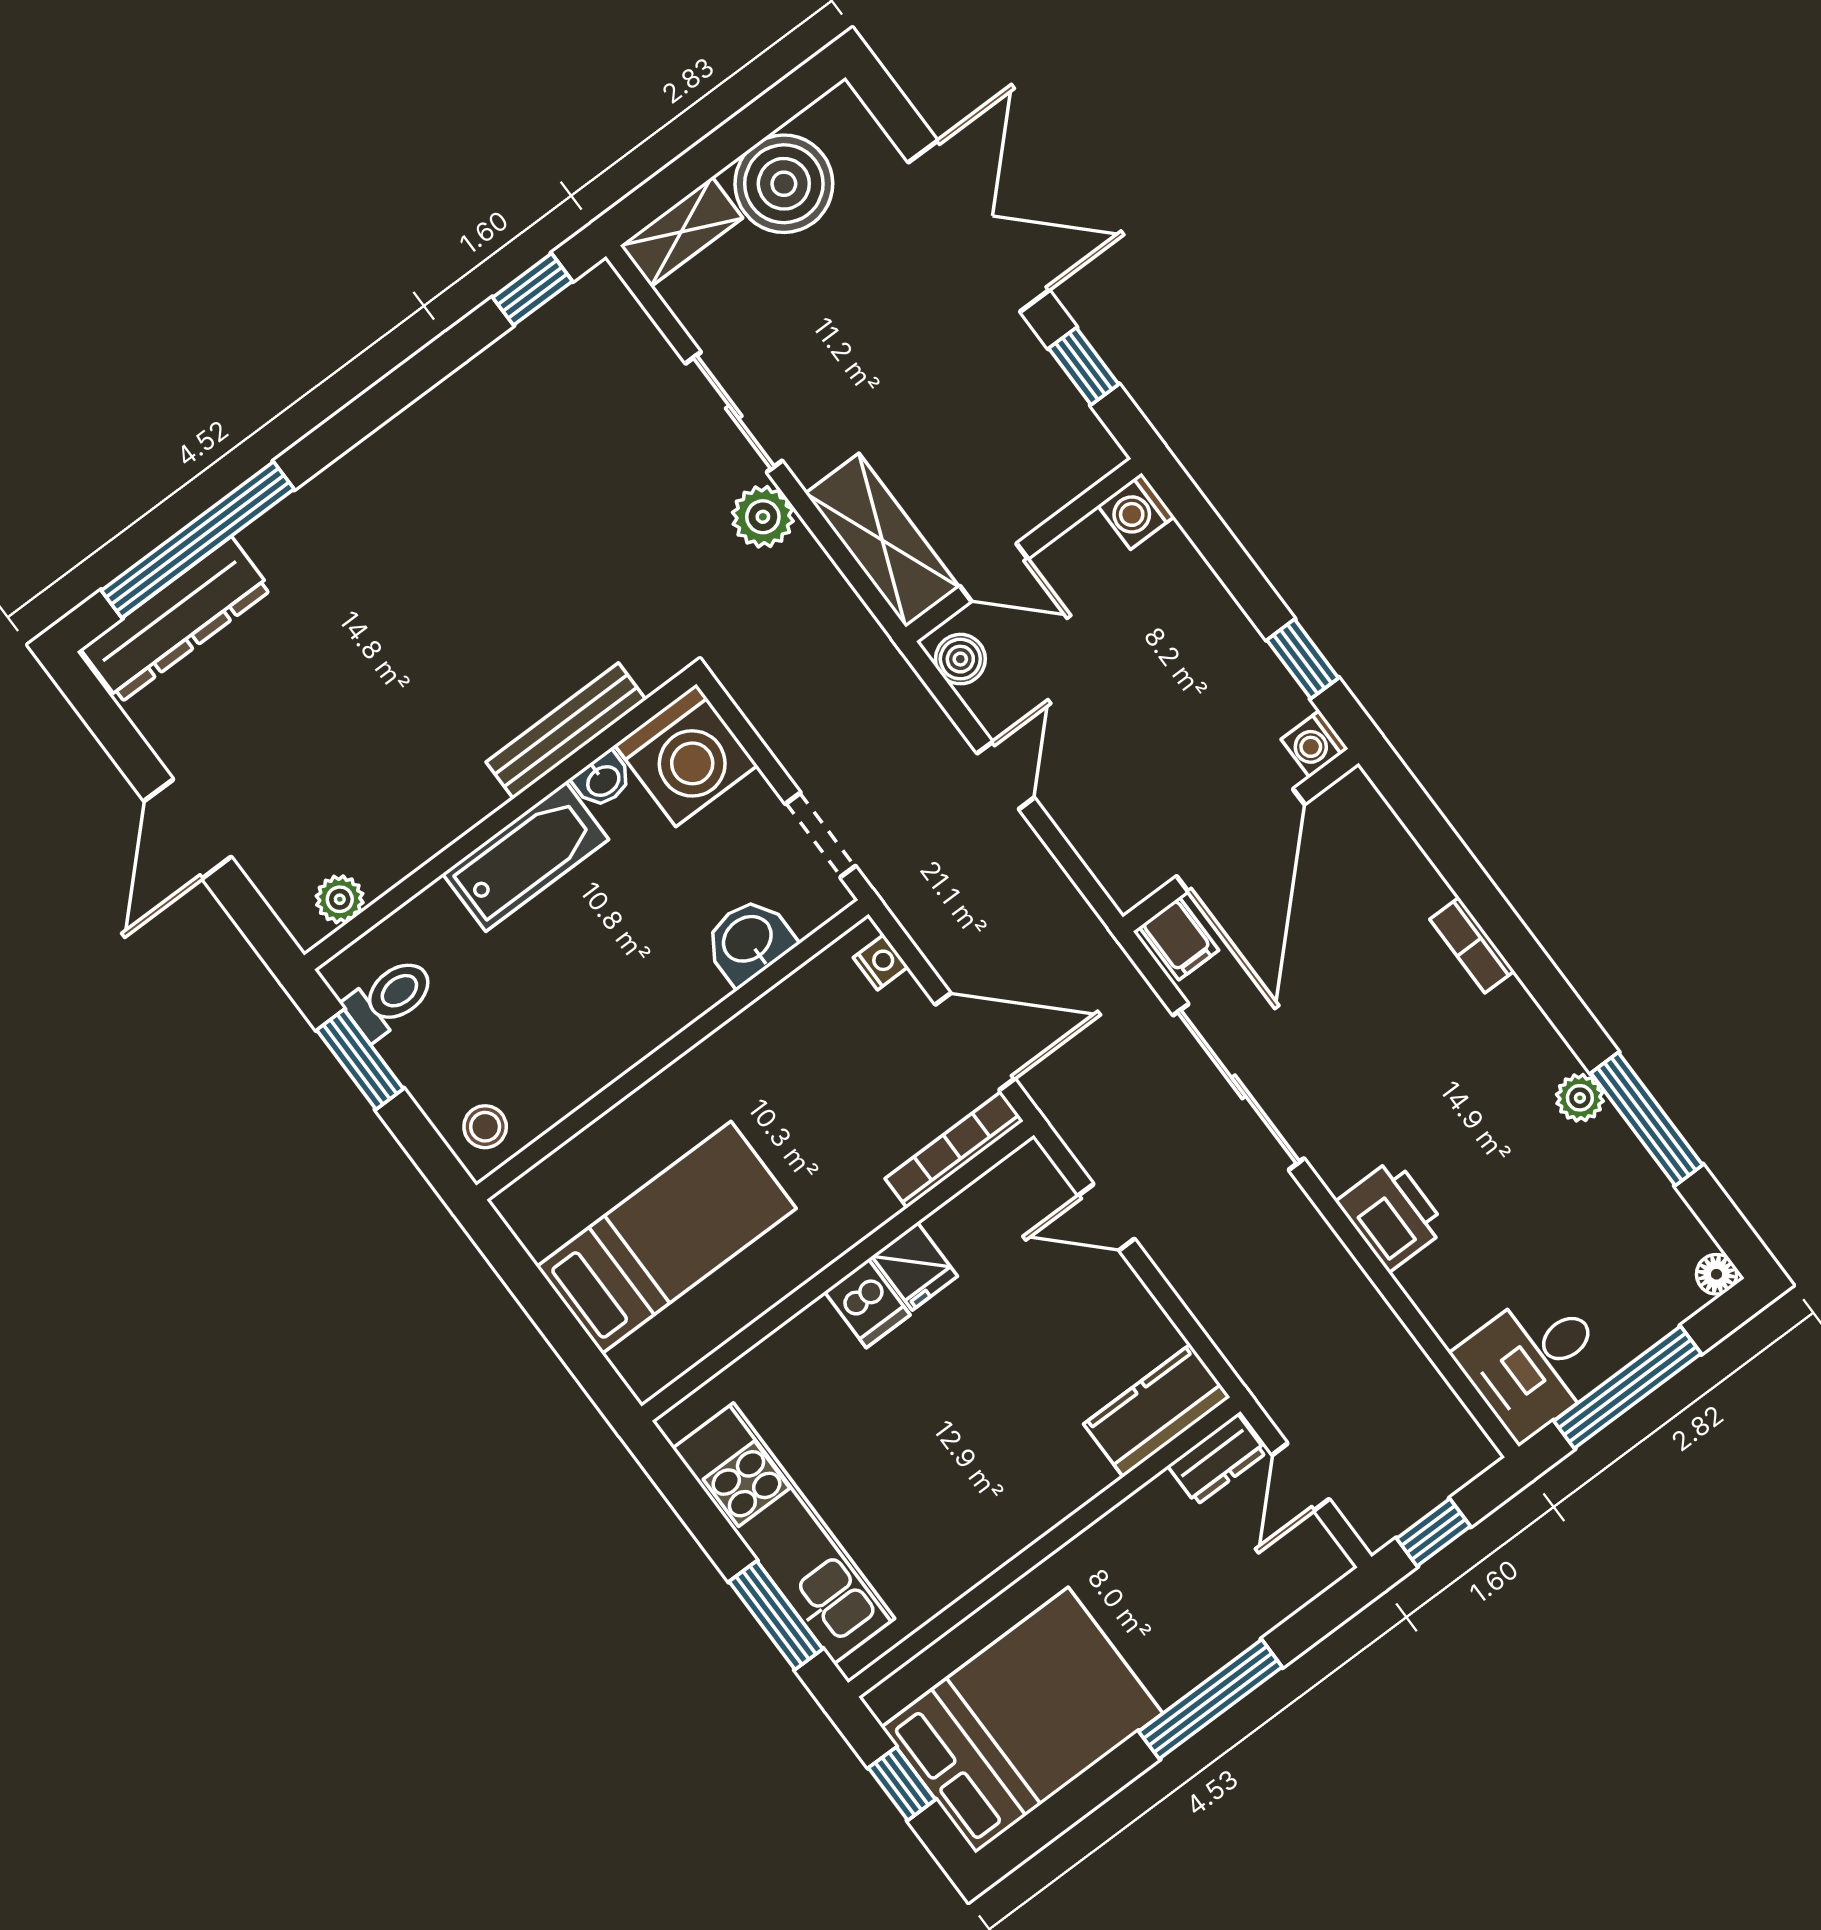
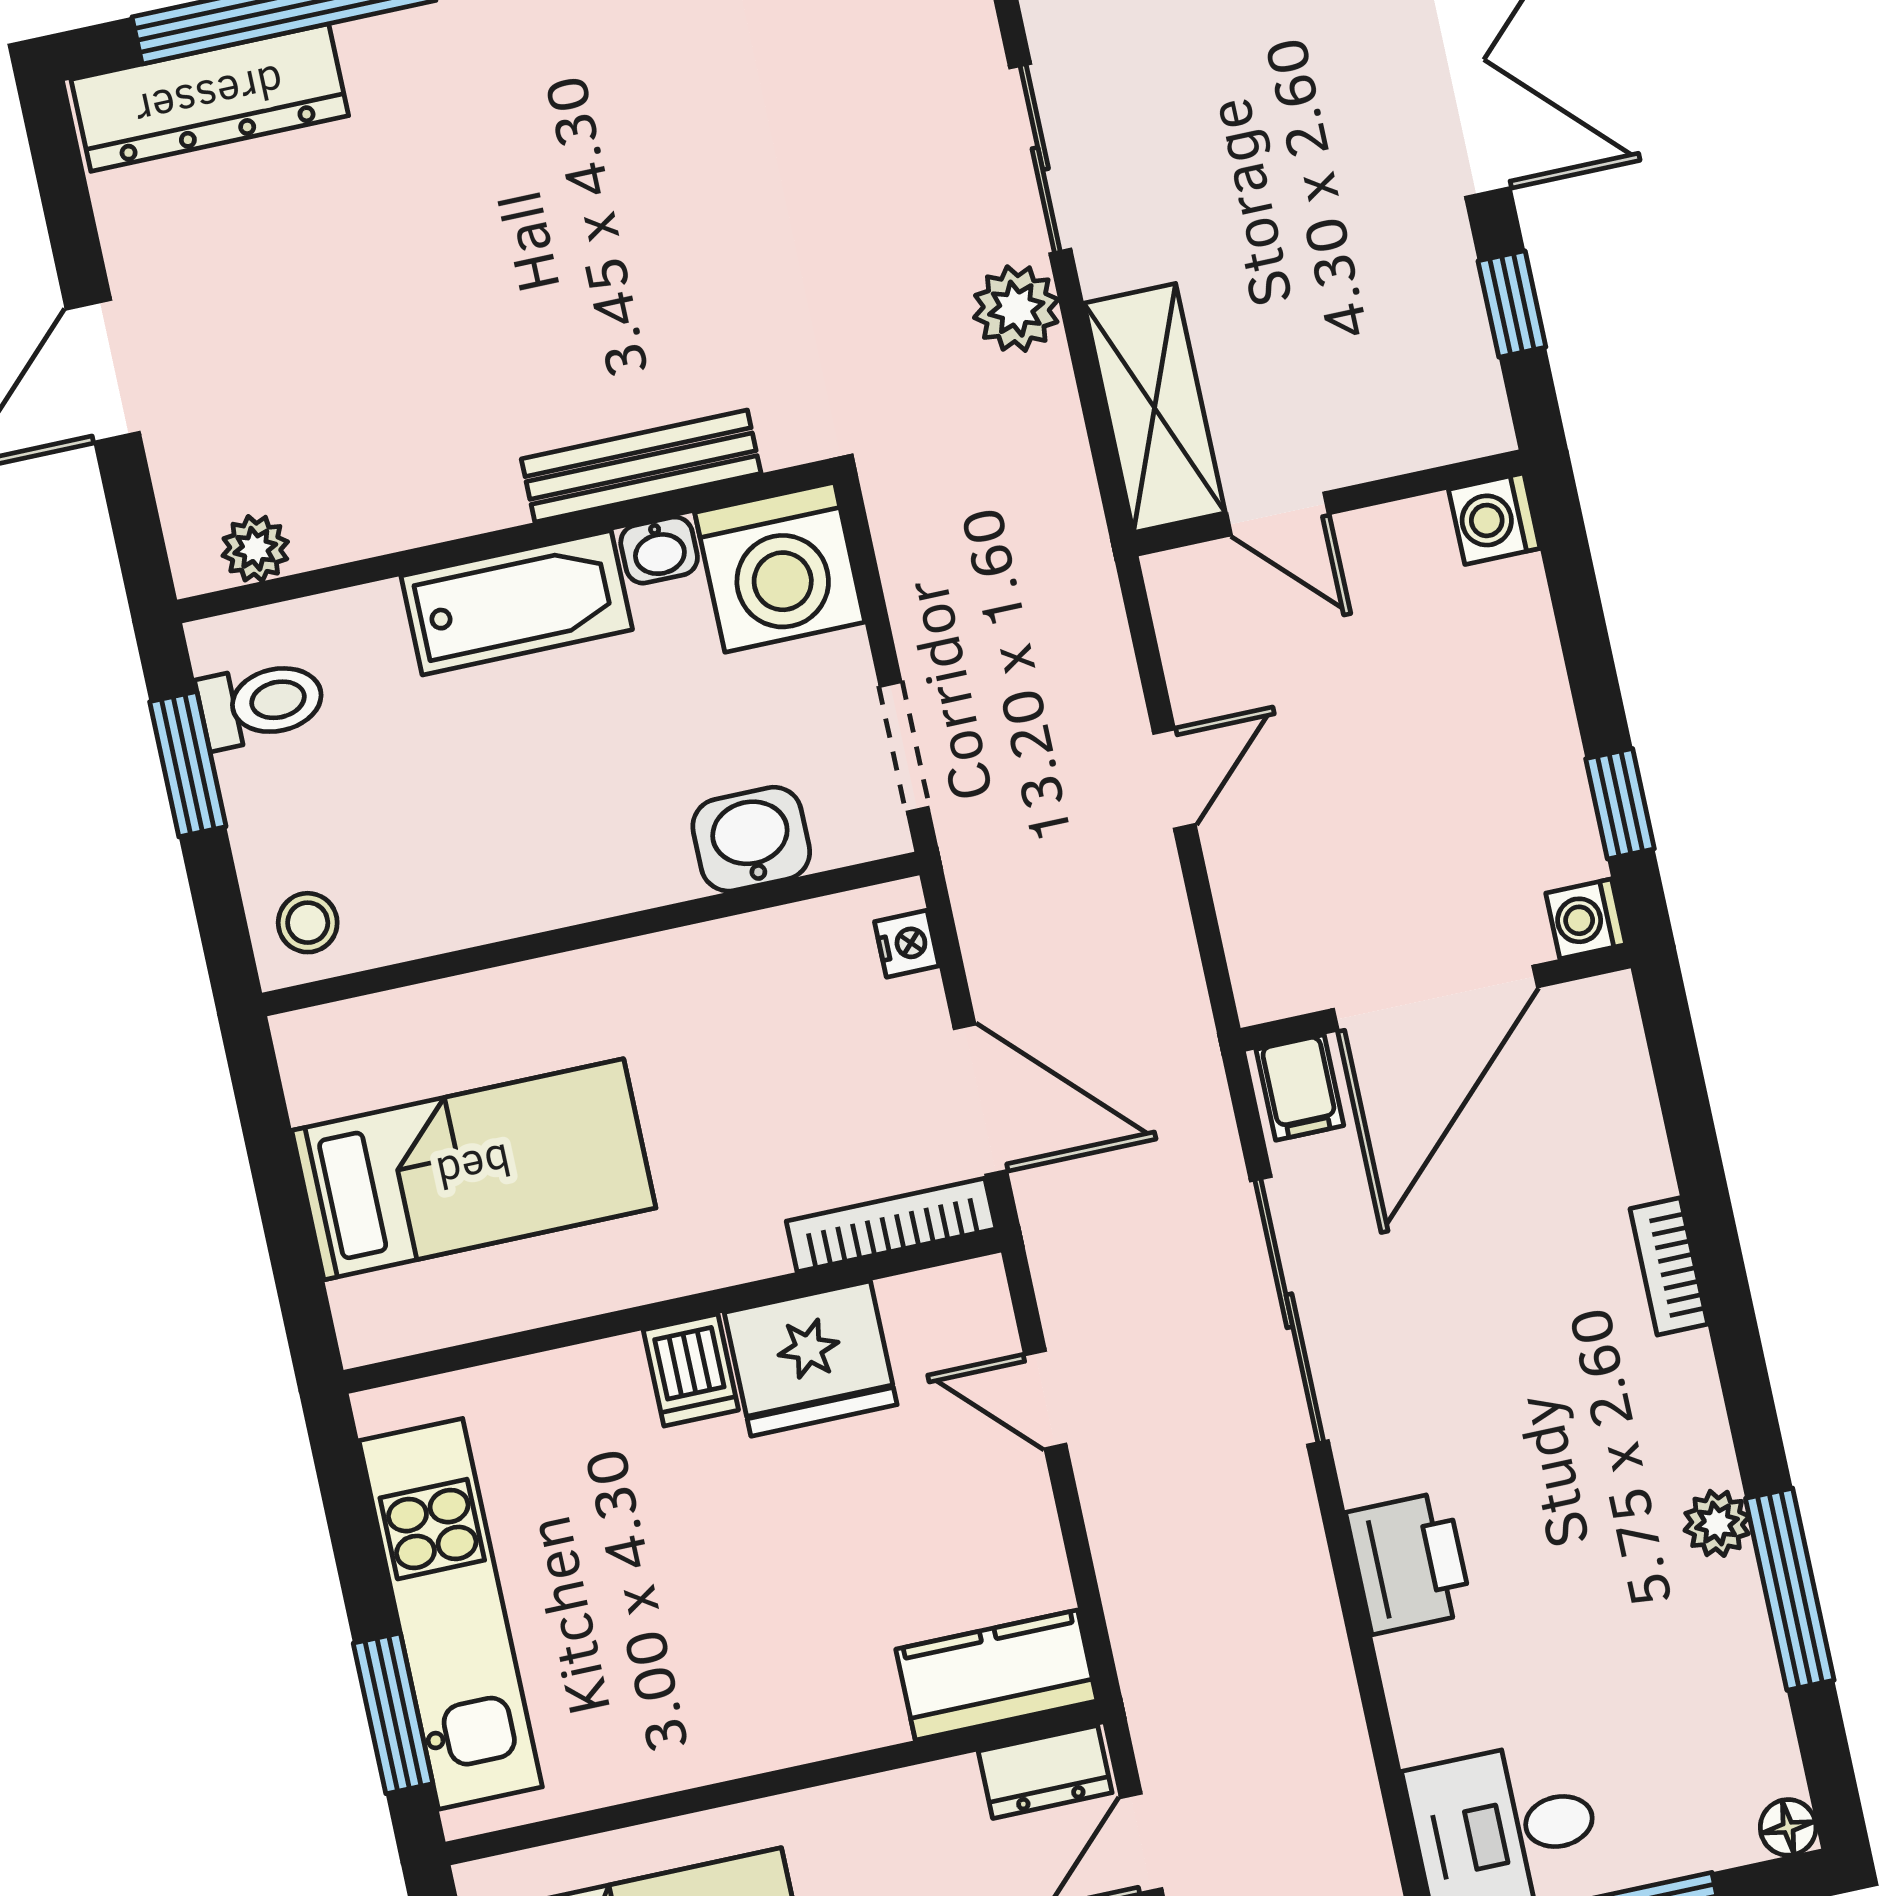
boiler: (960, 659) -> (1185, 605), removed
fridge: (915, 1266) -> (811, 1359), width x1.88, depth x1.34

